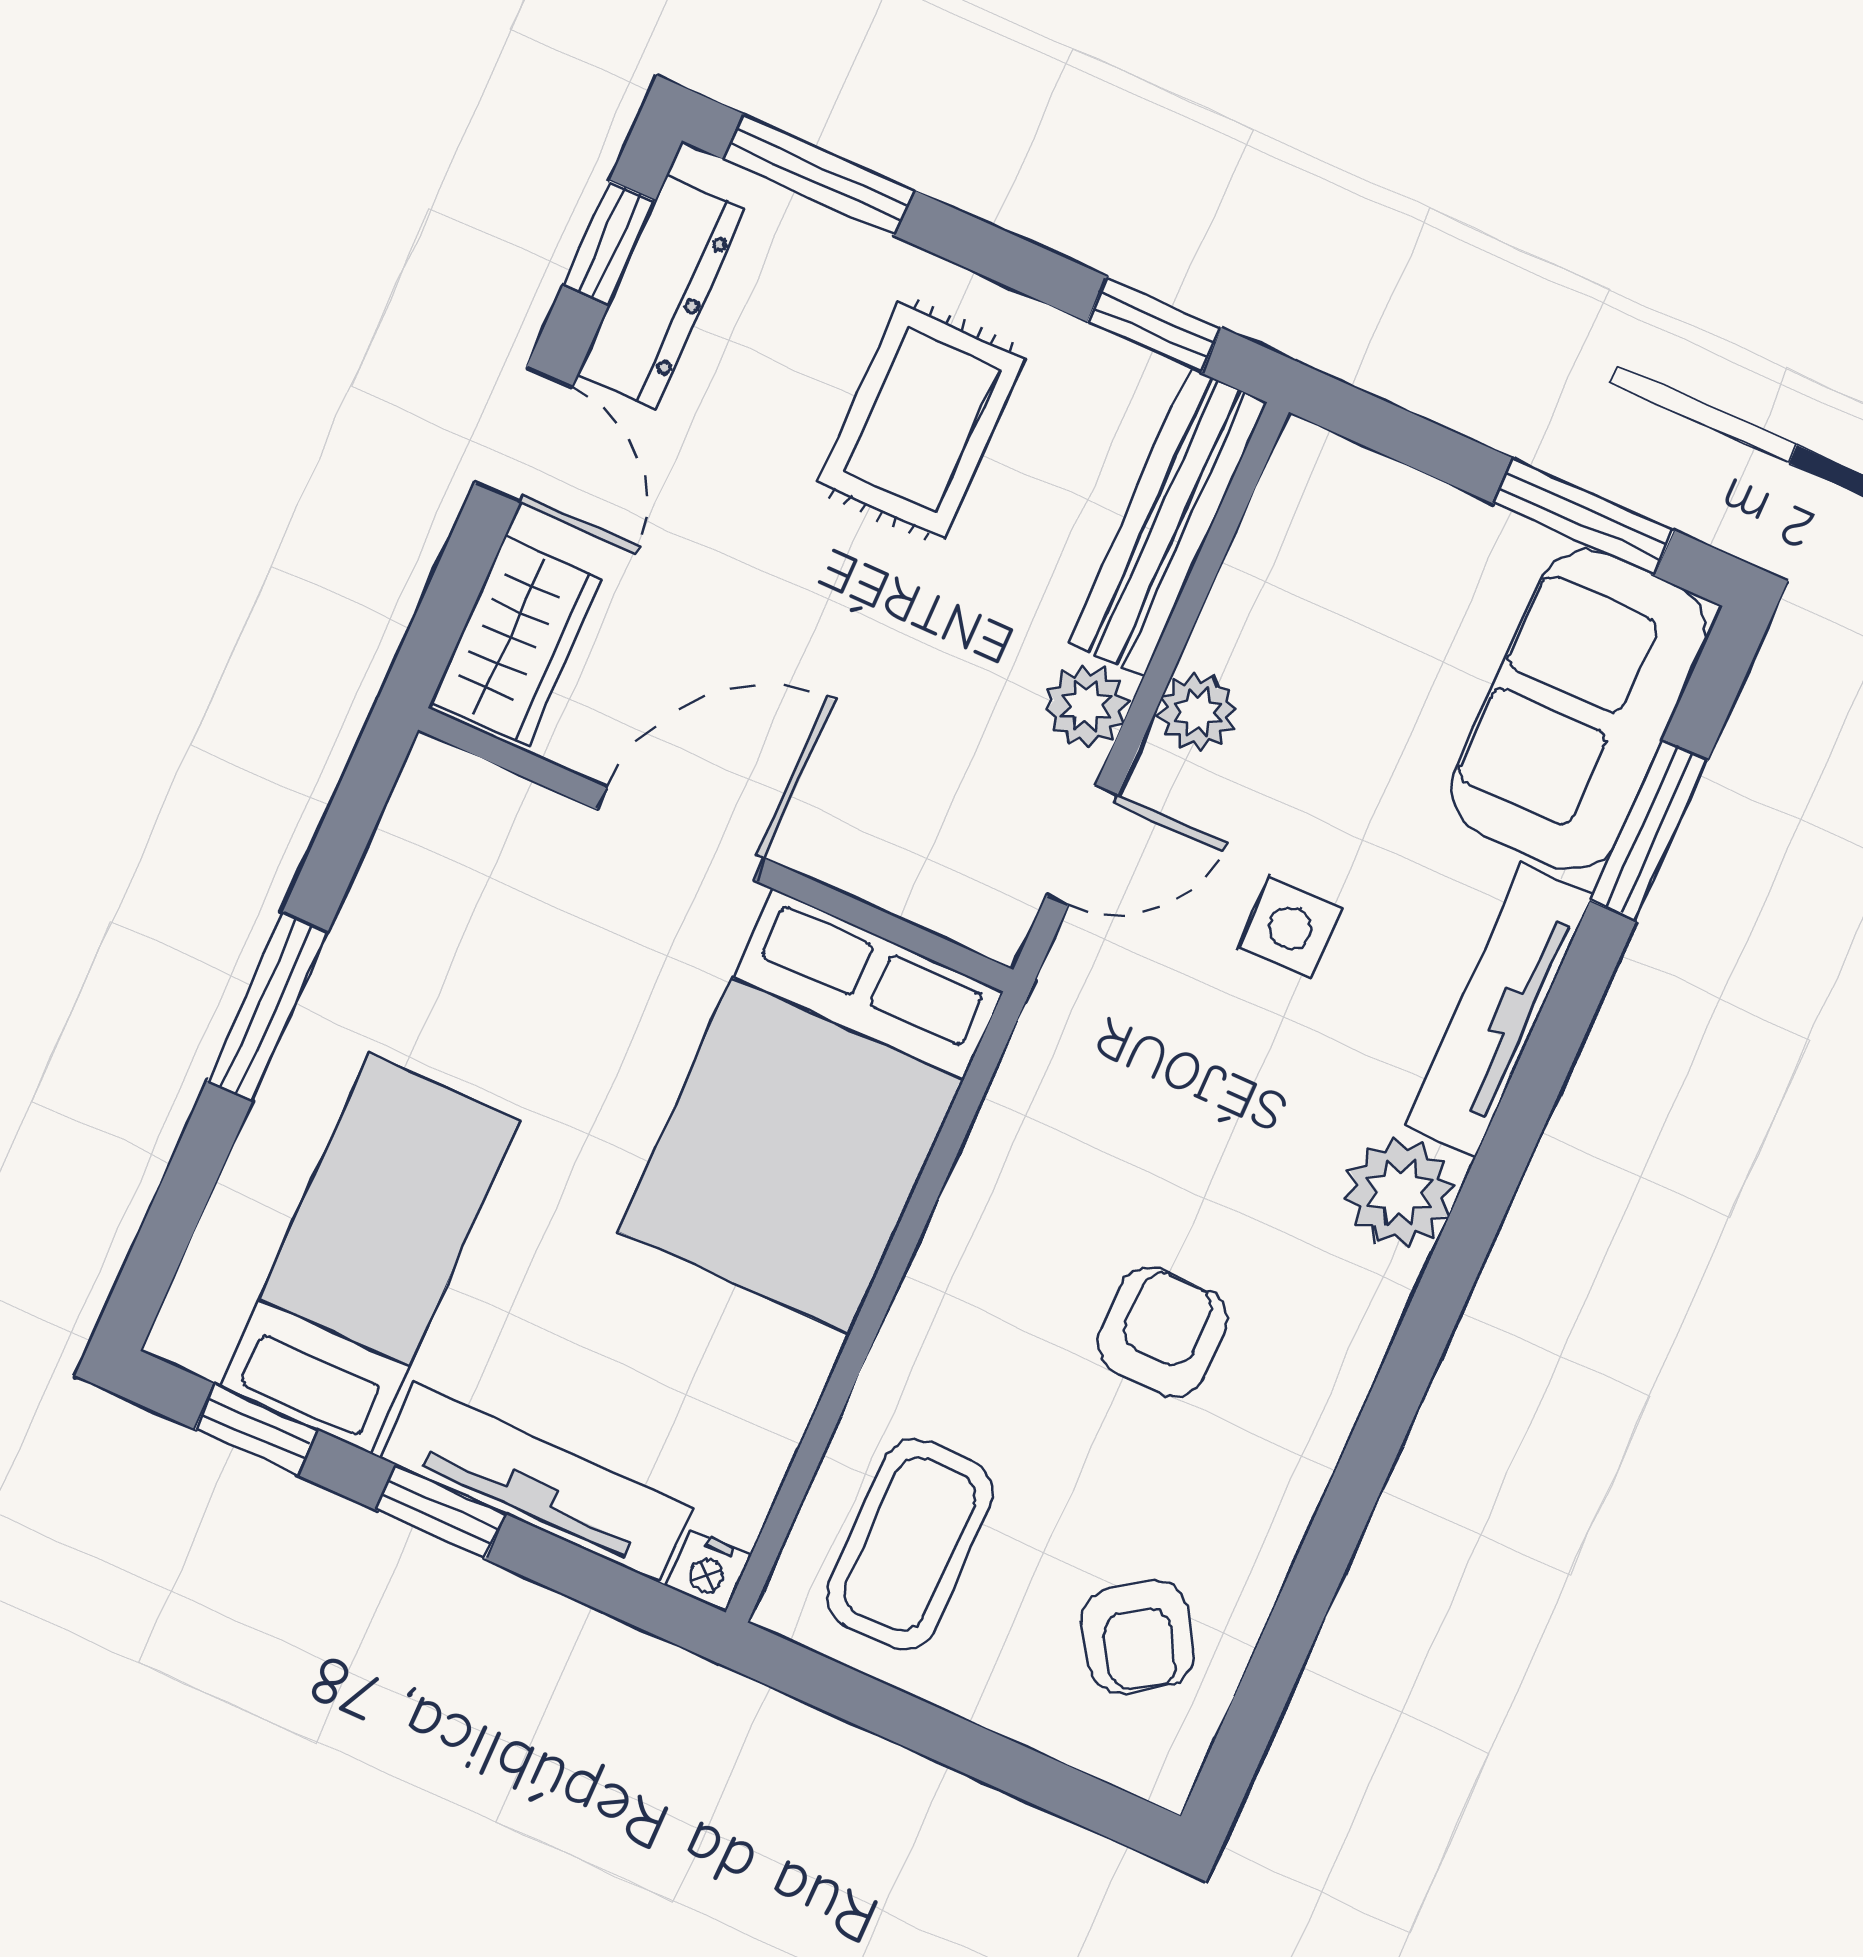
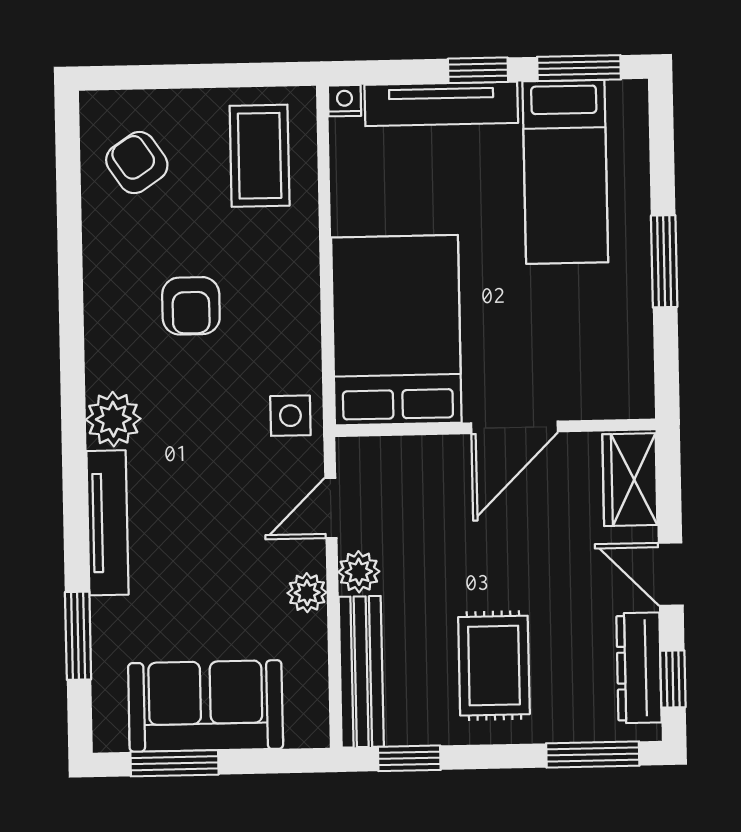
sofa: (1579, 710) -> (206, 706), moved, turned -90
side table: (1290, 928) -> (290, 416), moved
window: (256, 1429) -> (579, 68), width x1.50

